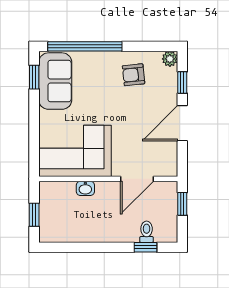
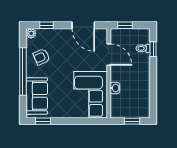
window: (85, 46) -> (23, 71), moved
armchair: (134, 75) -> (41, 57), turned 73
sofa: (55, 81) -> (37, 96), moved, turned 90
door: (182, 123) -> (83, 25), moved

